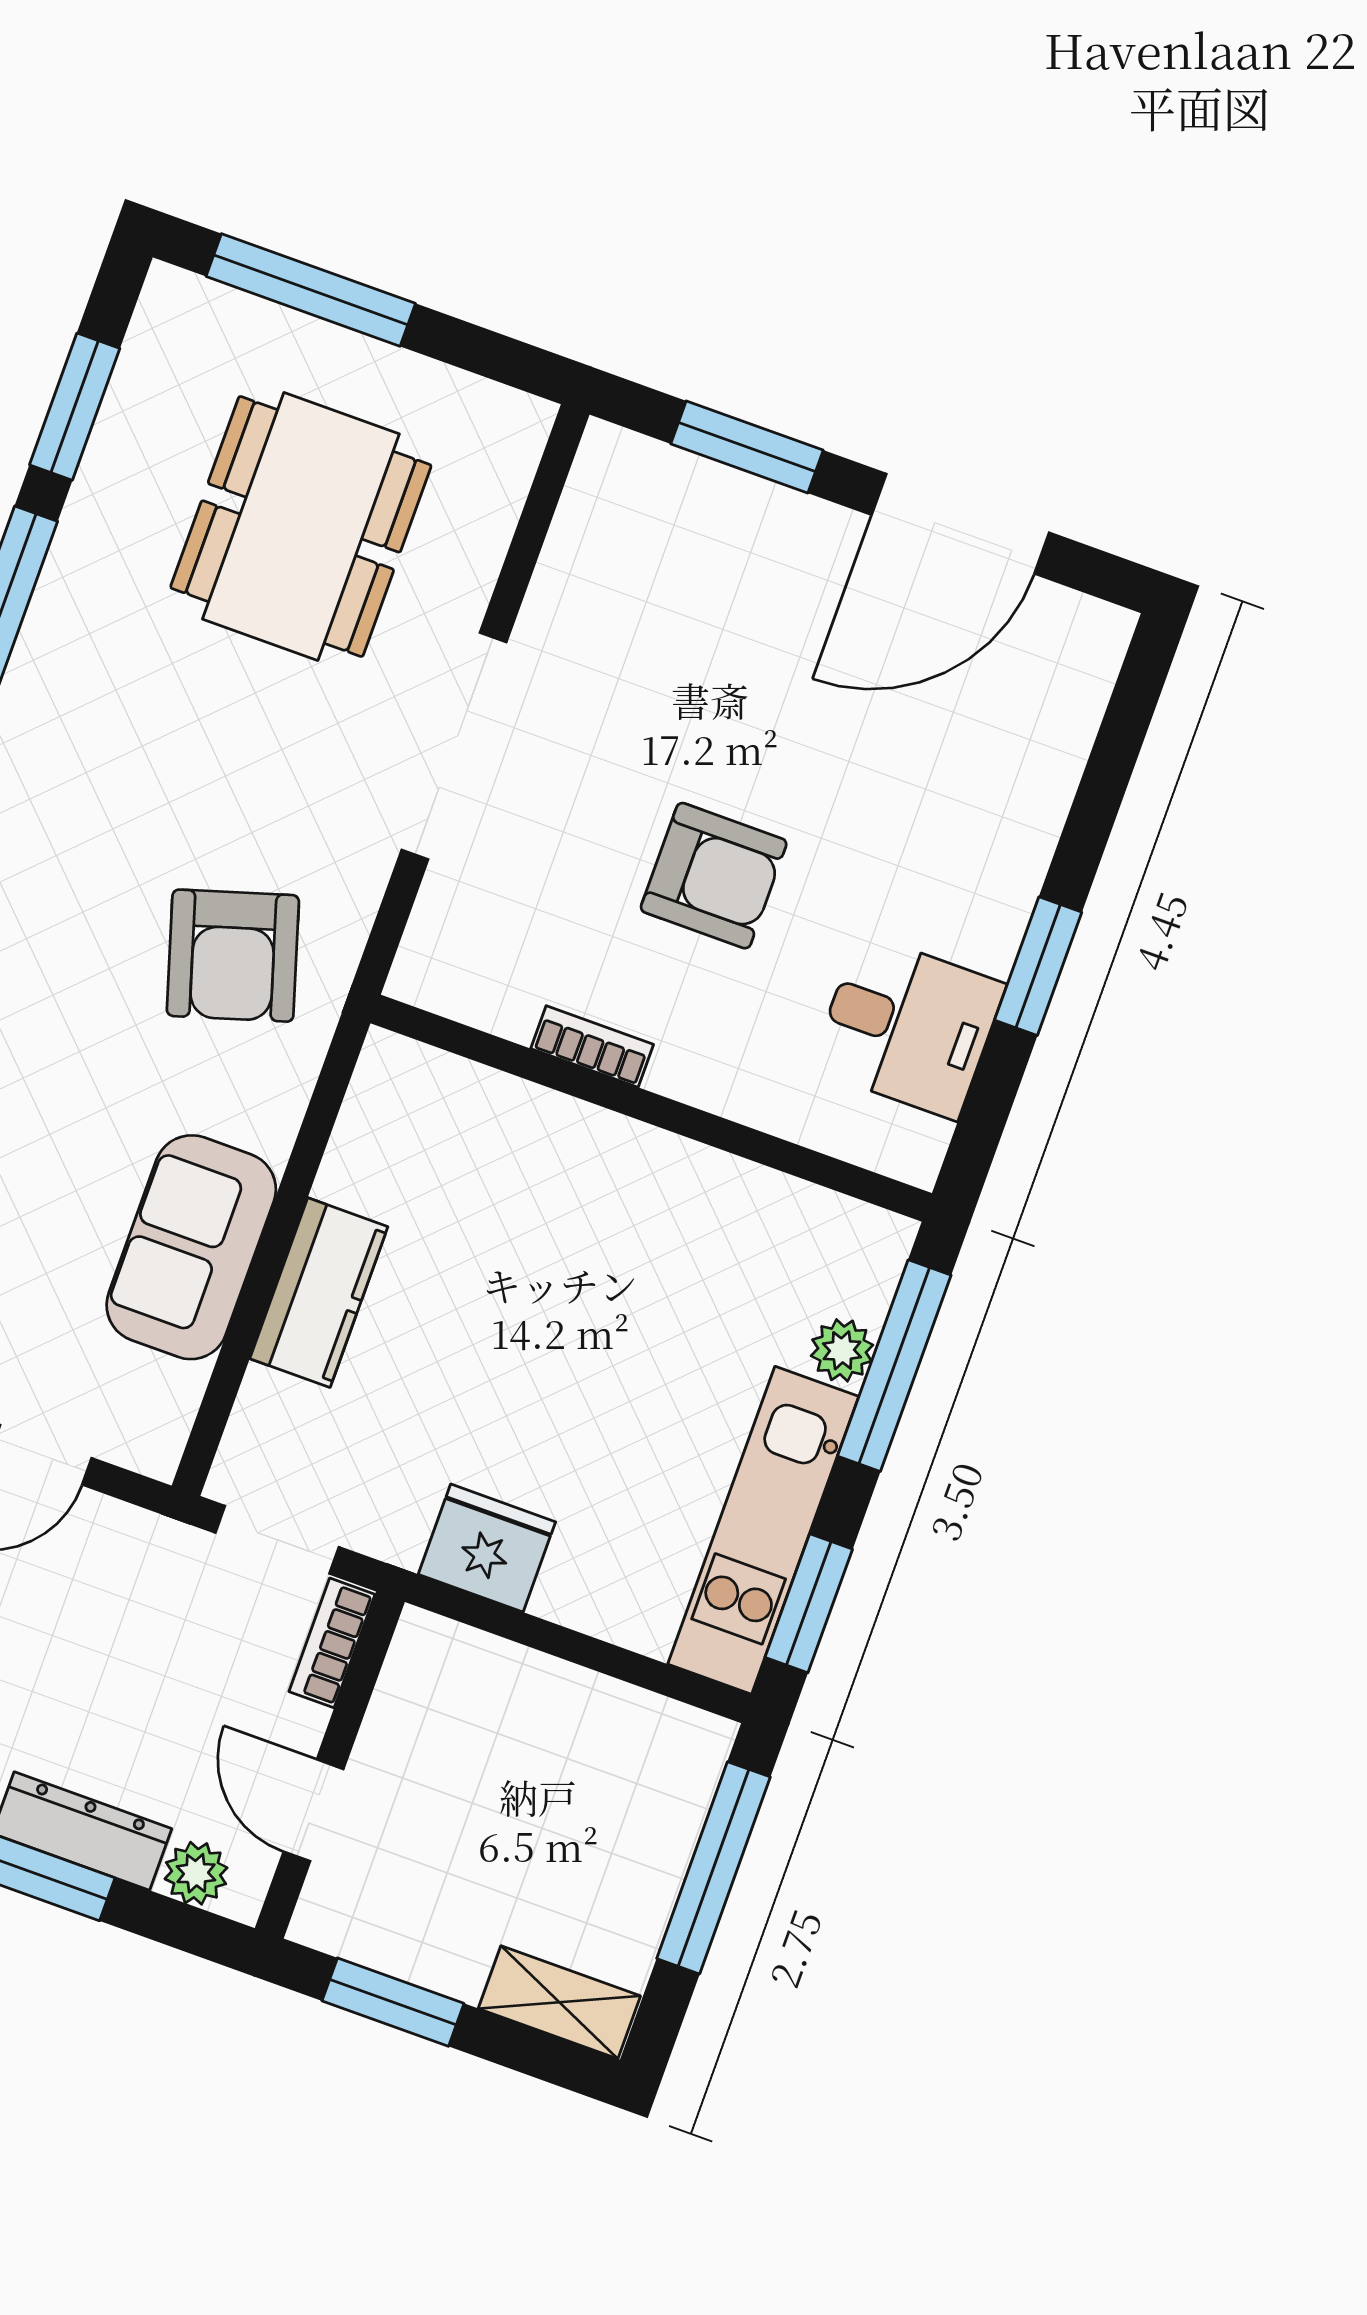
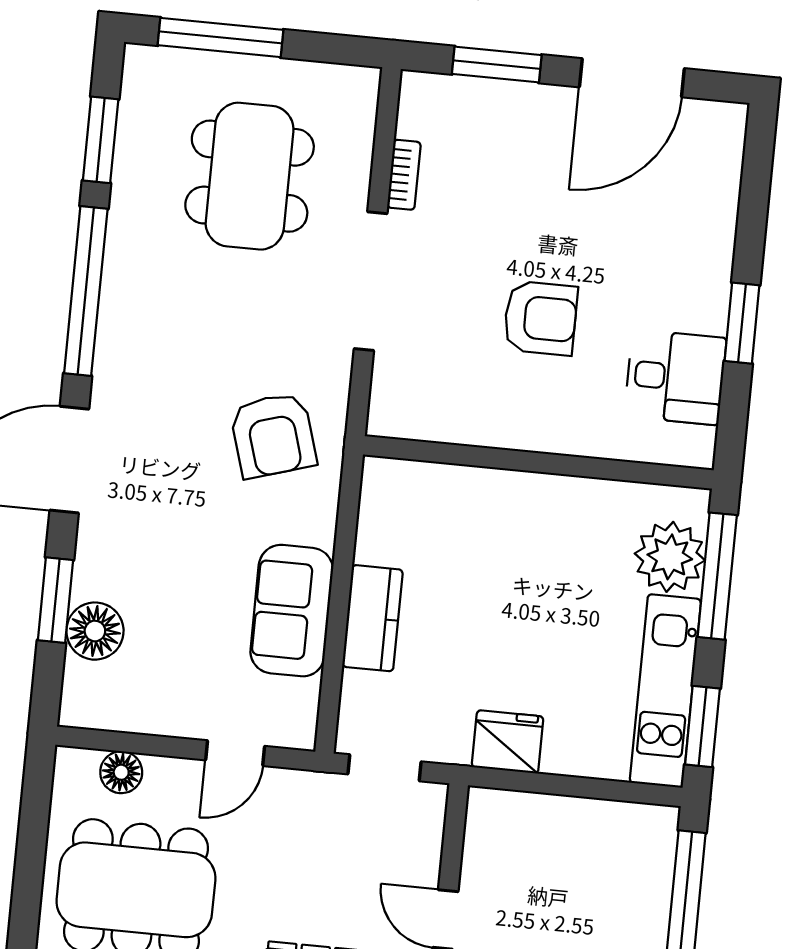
bookcase: (592, 1046) -> (404, 175), moved, turned 90
plant: (842, 1350) -> (670, 557), width x1.88, depth x1.88
bookcase: (332, 1643) -> (432, 820), removed

